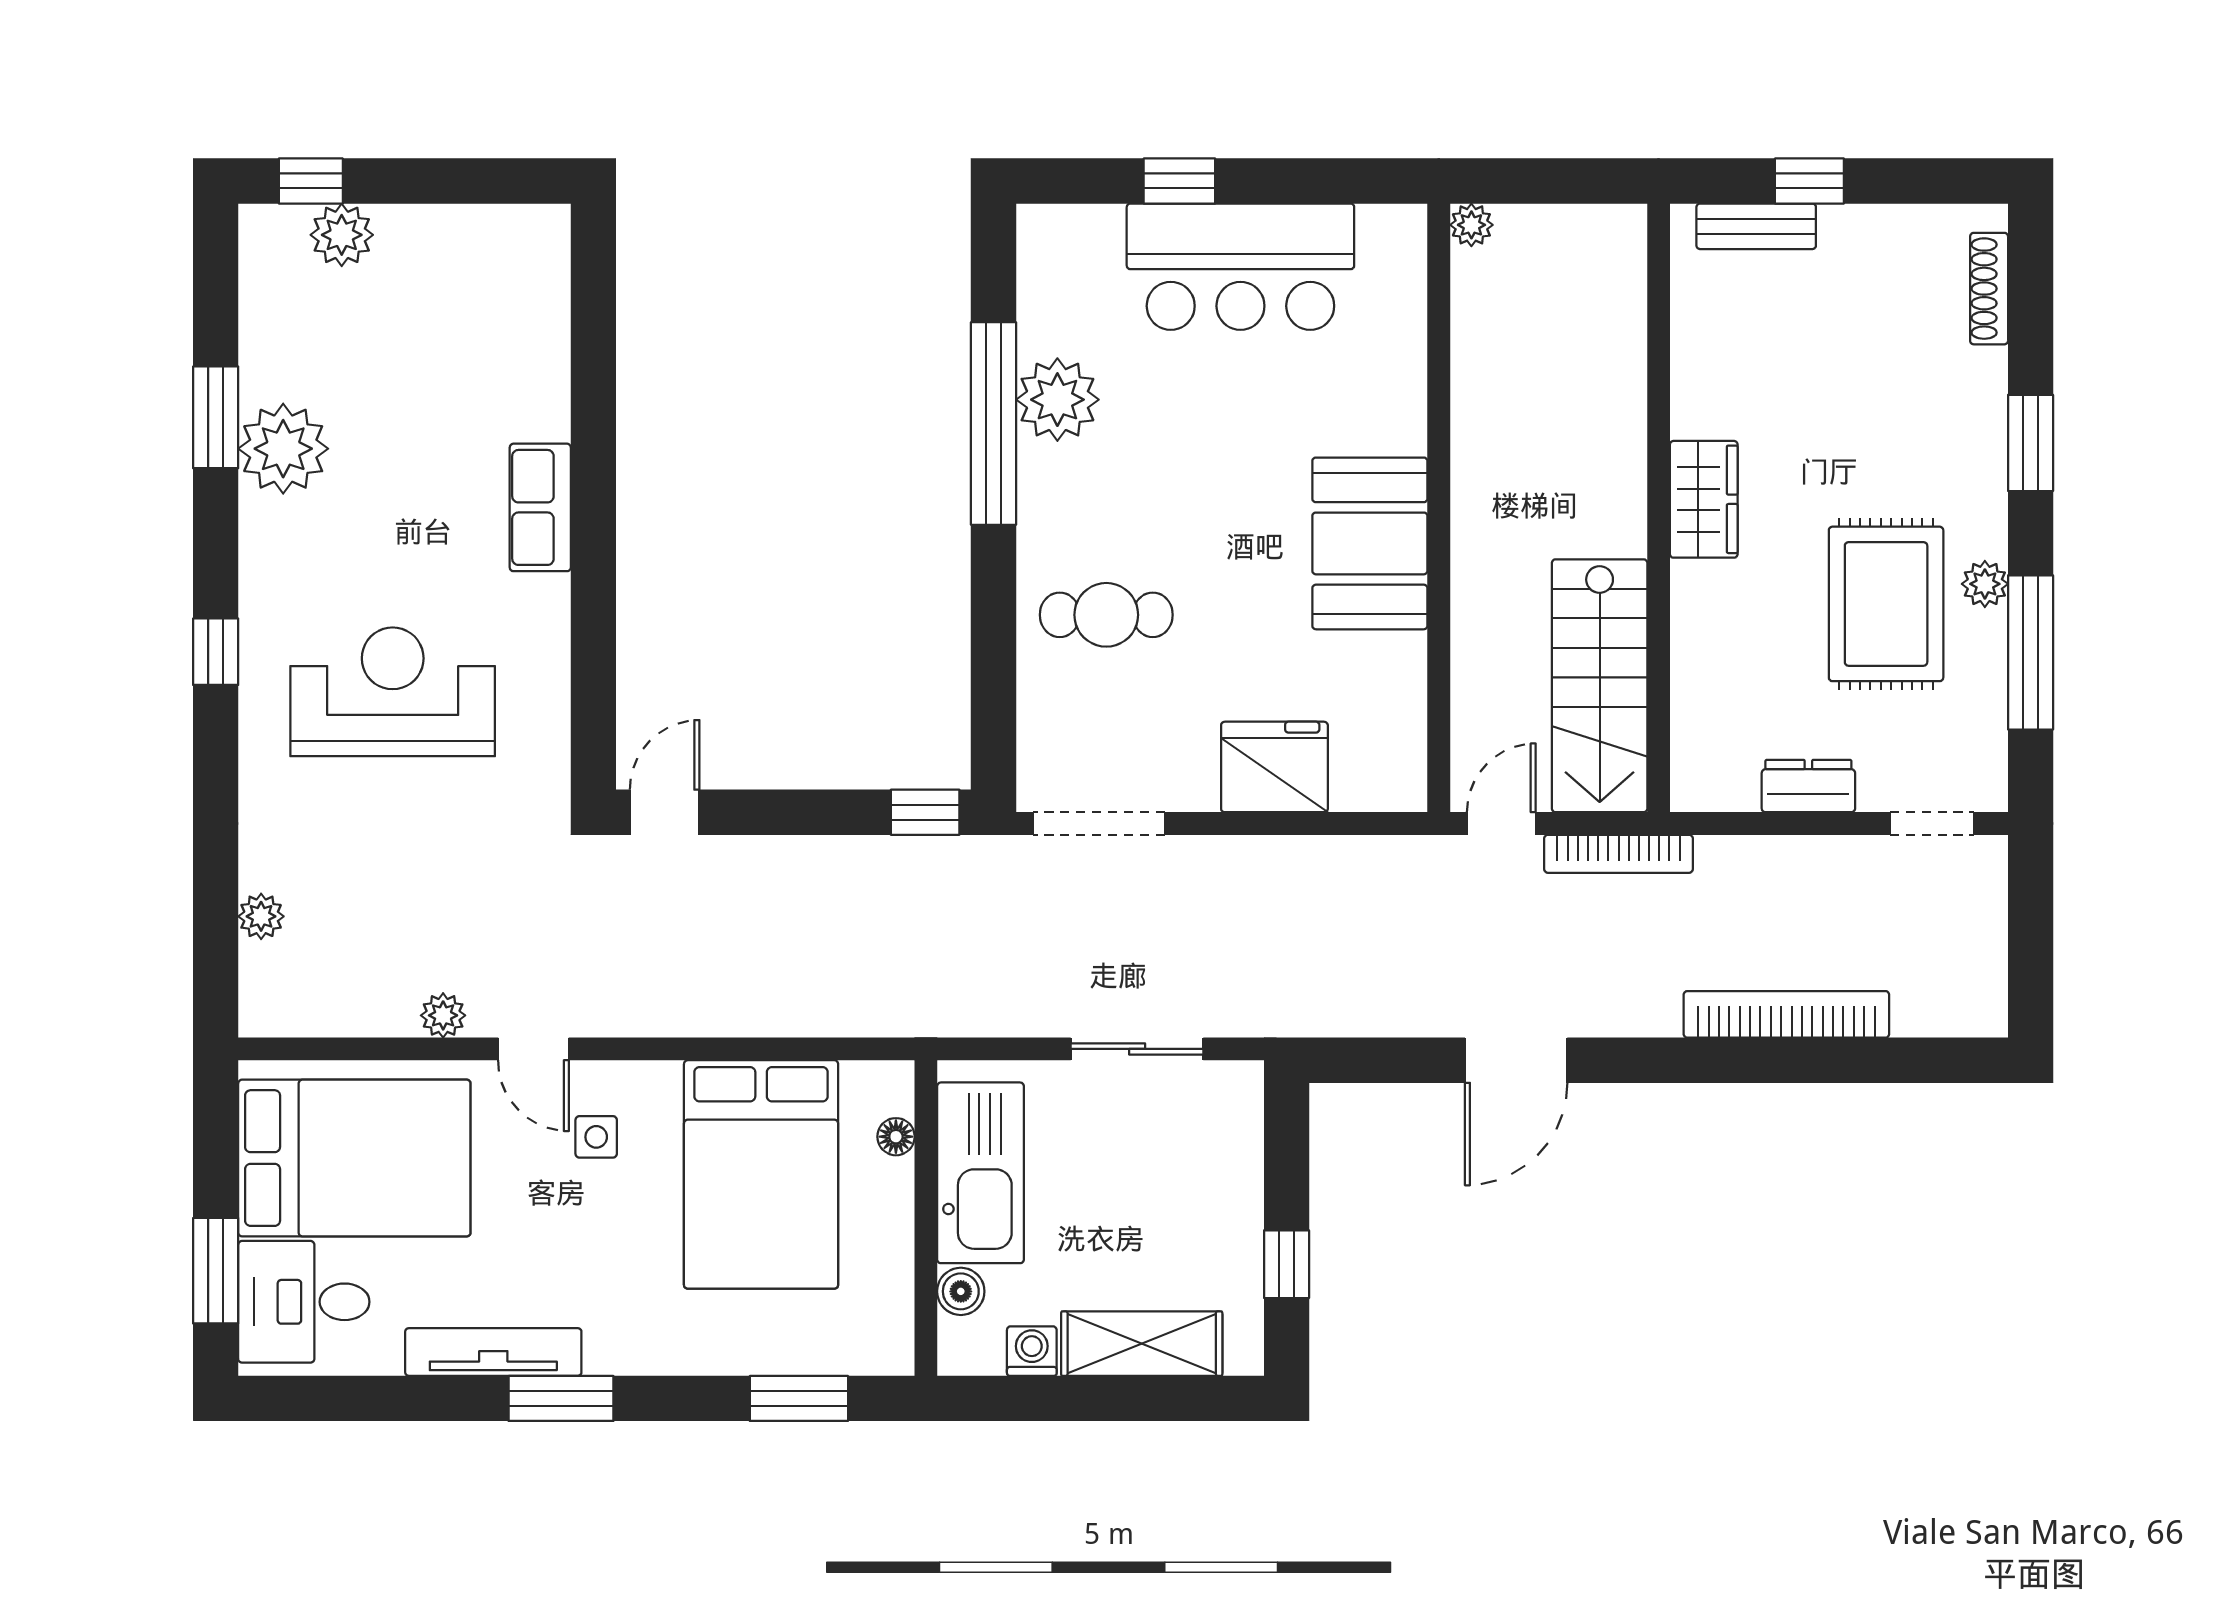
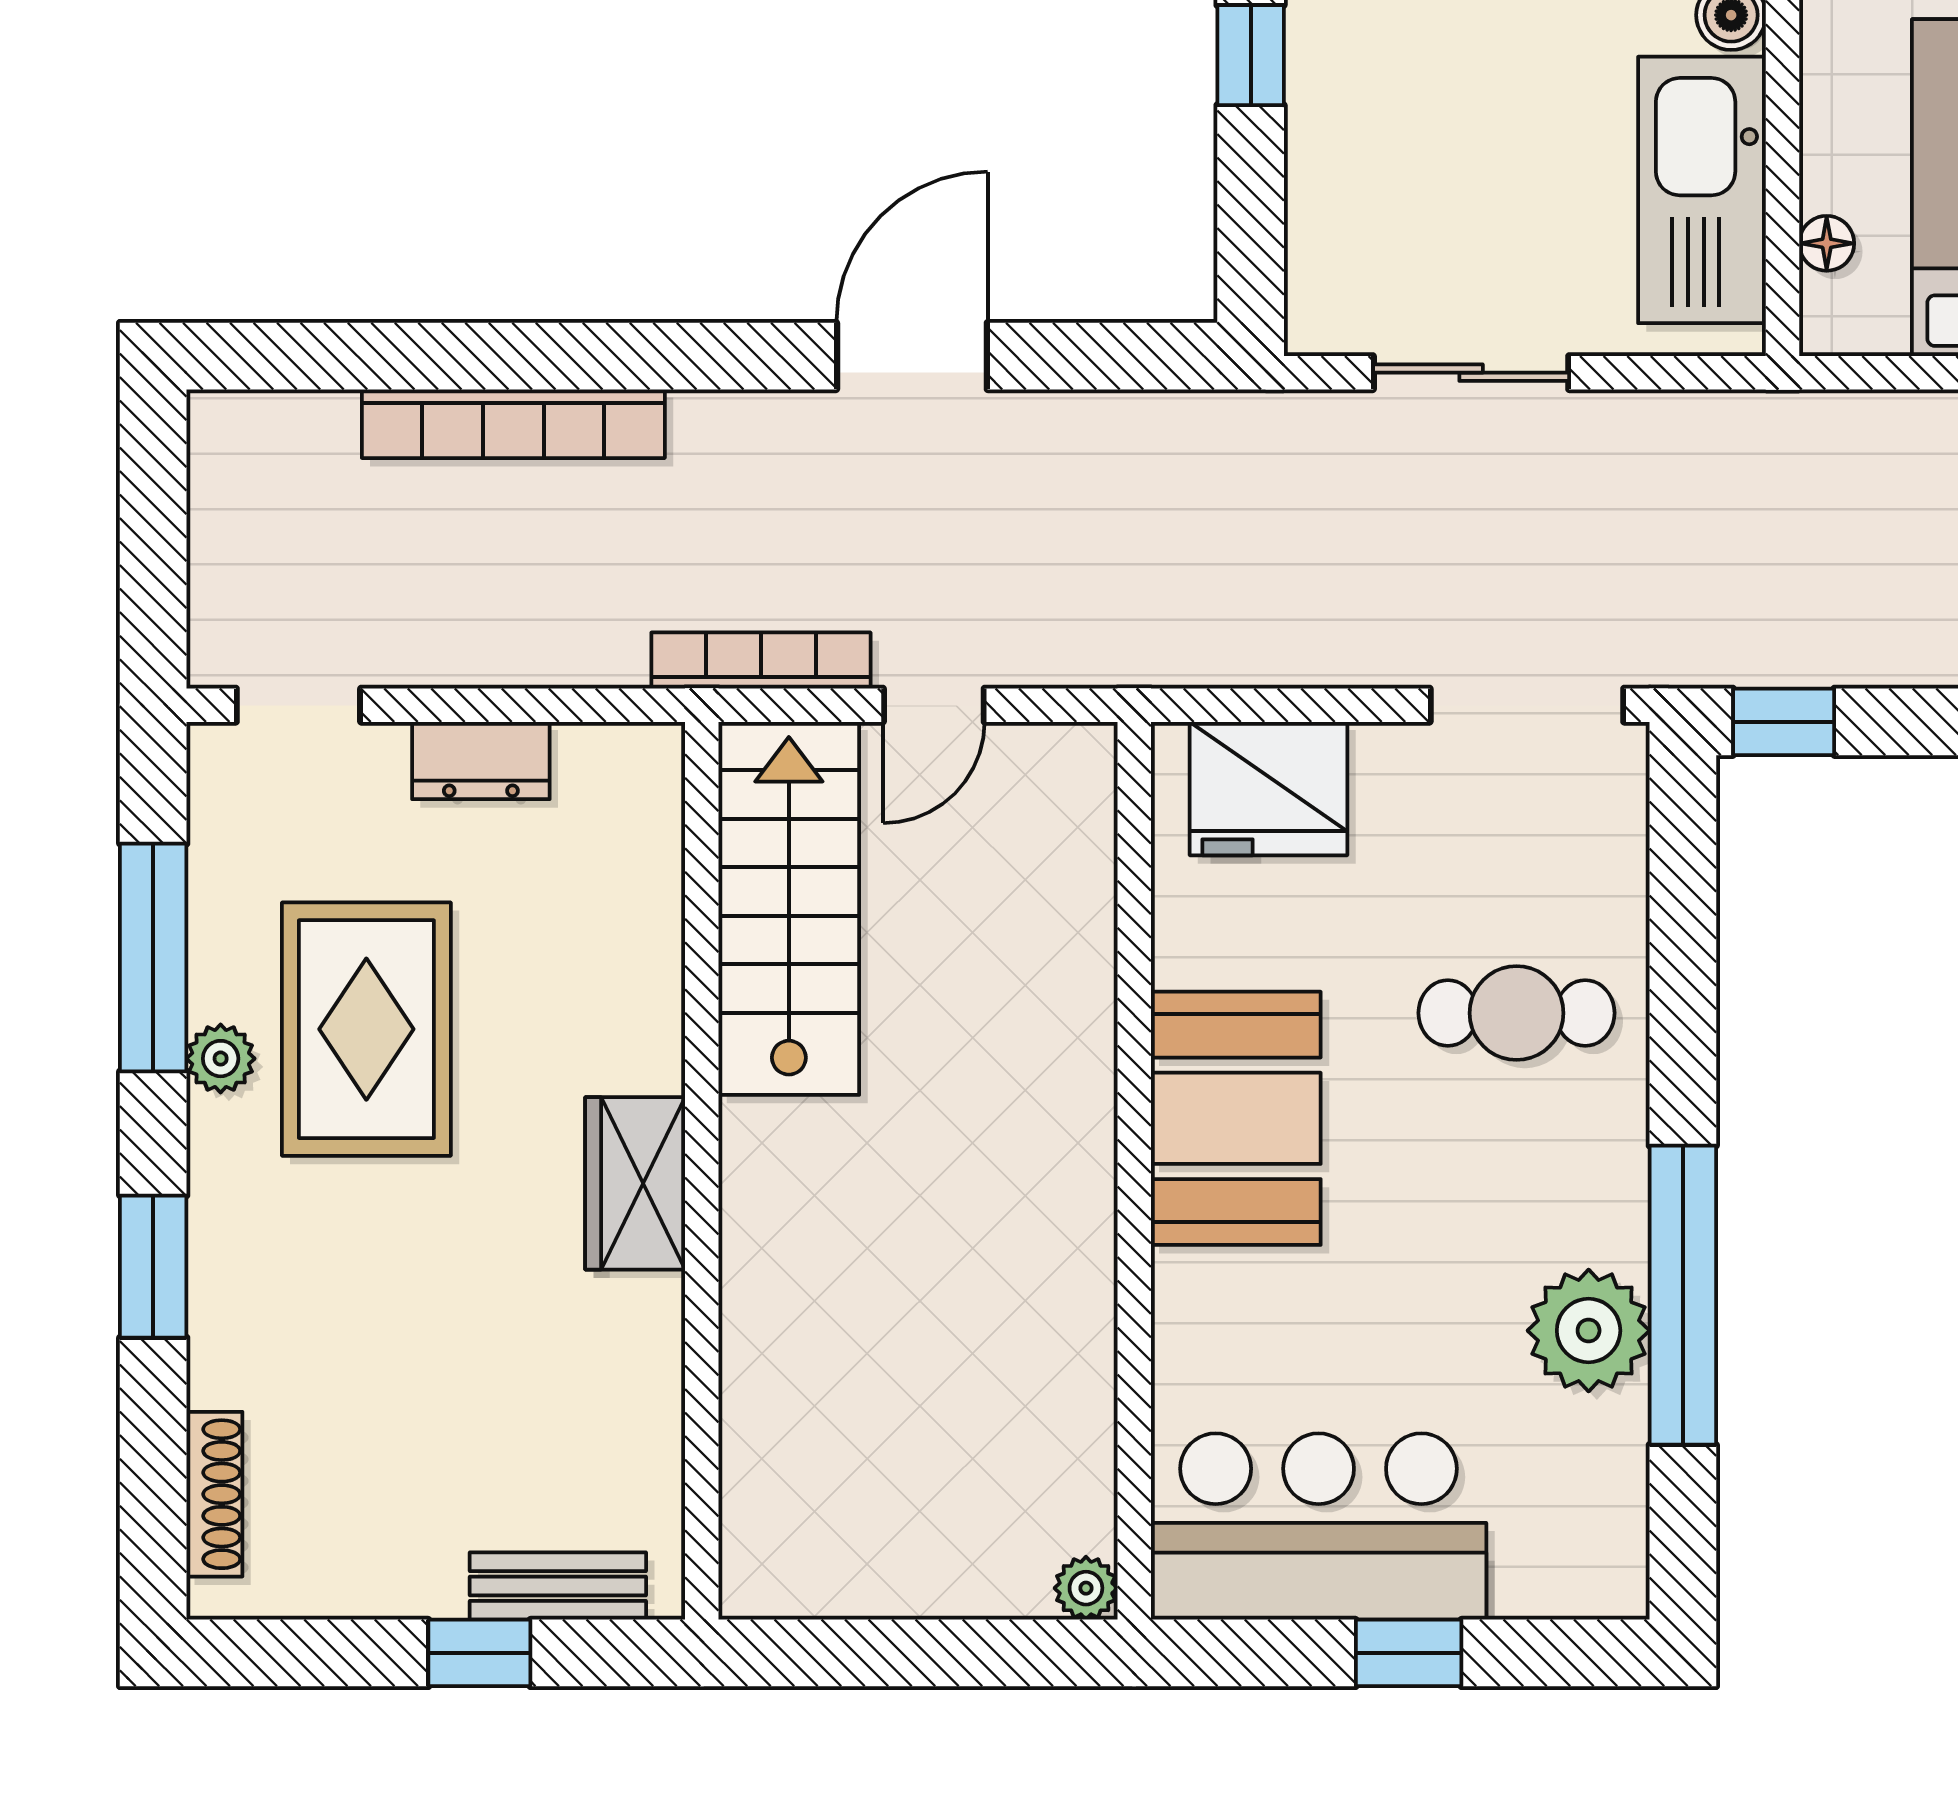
plant: (1471, 225) -> (1086, 1588), moved
wall: (1439, 508) -> (1134, 1171), moved
booth: (1370, 543) -> (1236, 1118), moved

